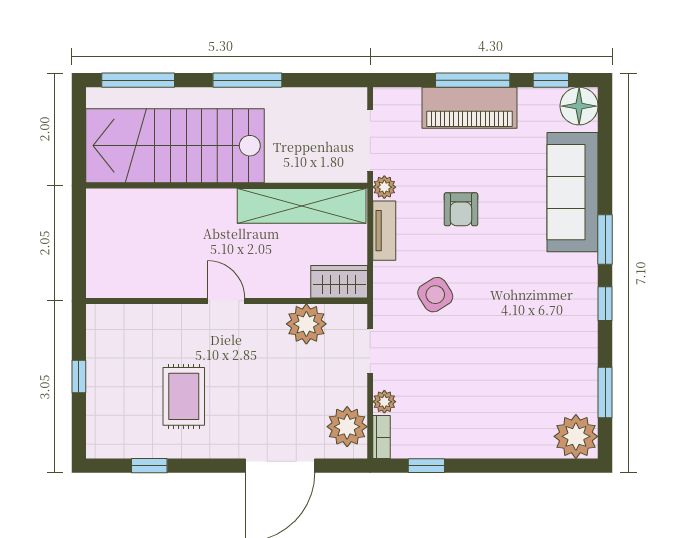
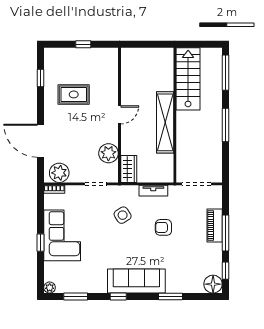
piano: (470, 108) -> (215, 225), width x0.73, depth x0.75
stairs: (175, 146) -> (188, 79), width x0.73, depth x0.66
plant: (384, 187) -> (174, 191), removed
sofa: (573, 192) -> (136, 281), moved
shelving: (302, 206) -> (165, 122), moved
window: (605, 239) -> (171, 297), moved
plant: (384, 402) -> (71, 191), removed
corner sofa: (478, 421) -> (62, 235), added
plant: (576, 436) -> (50, 288), width x0.53, depth x0.53
window: (426, 466) -> (41, 243), moved

